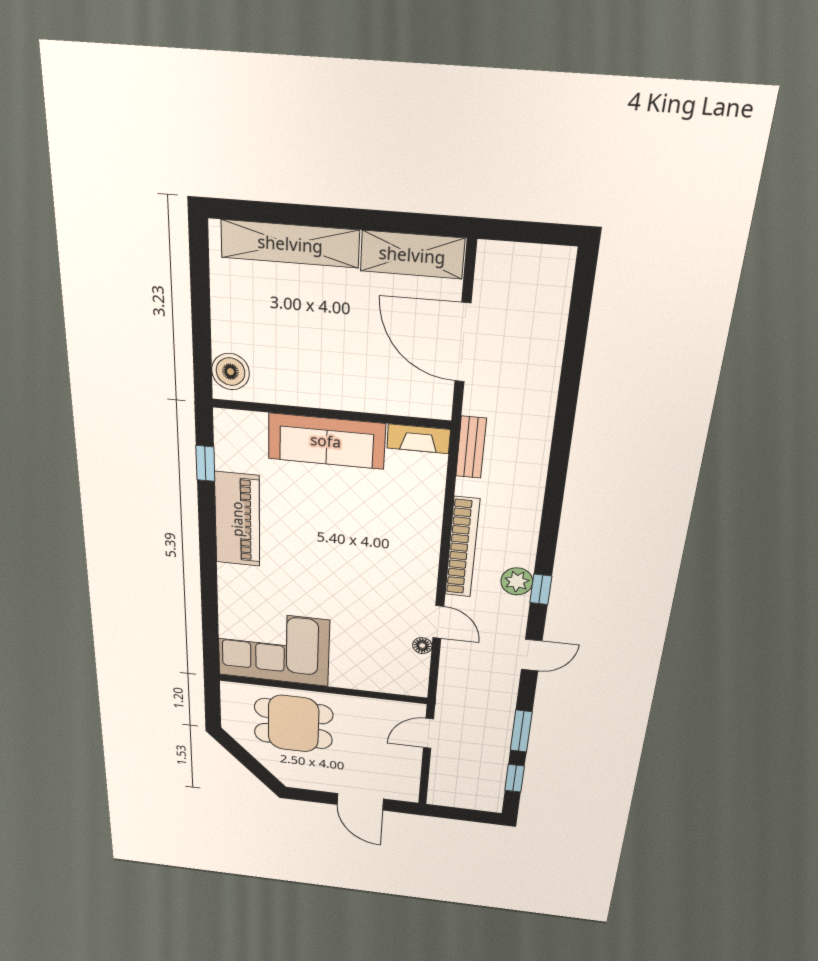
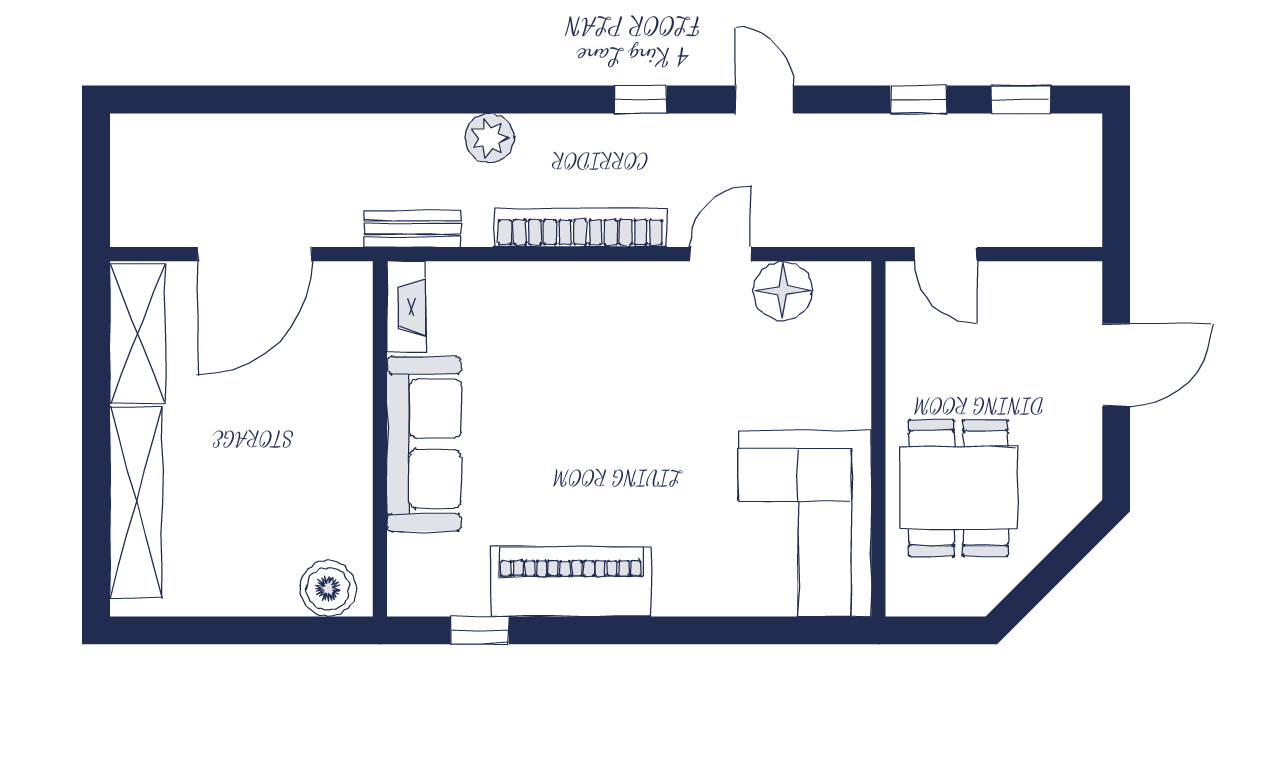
plant: (517, 581) -> (490, 138), moved
floor lamp: (422, 646) -> (783, 291), width x1.89, depth x1.89
window: (521, 731) -> (919, 100), width x0.67

